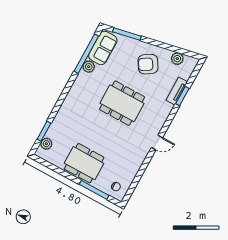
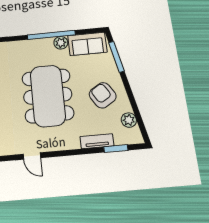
window: (86, 54) -> (51, 35), moved
window: (182, 96) -> (116, 149), moved
dining table: (122, 103) -> (48, 96), width x1.36, depth x1.24

